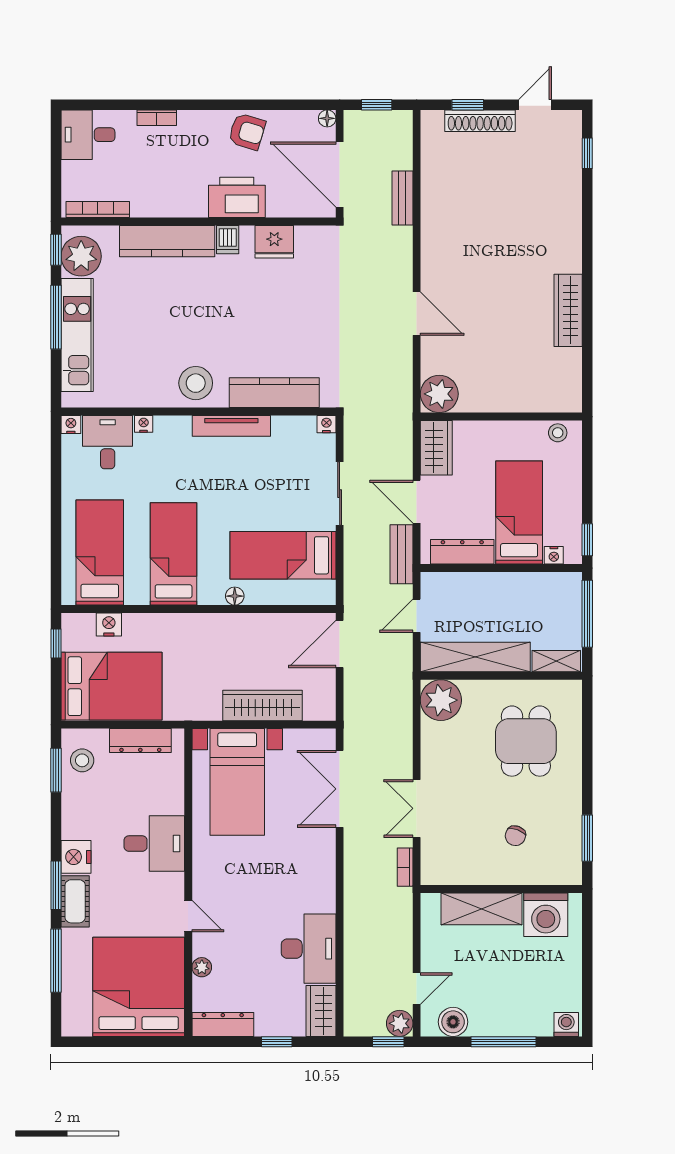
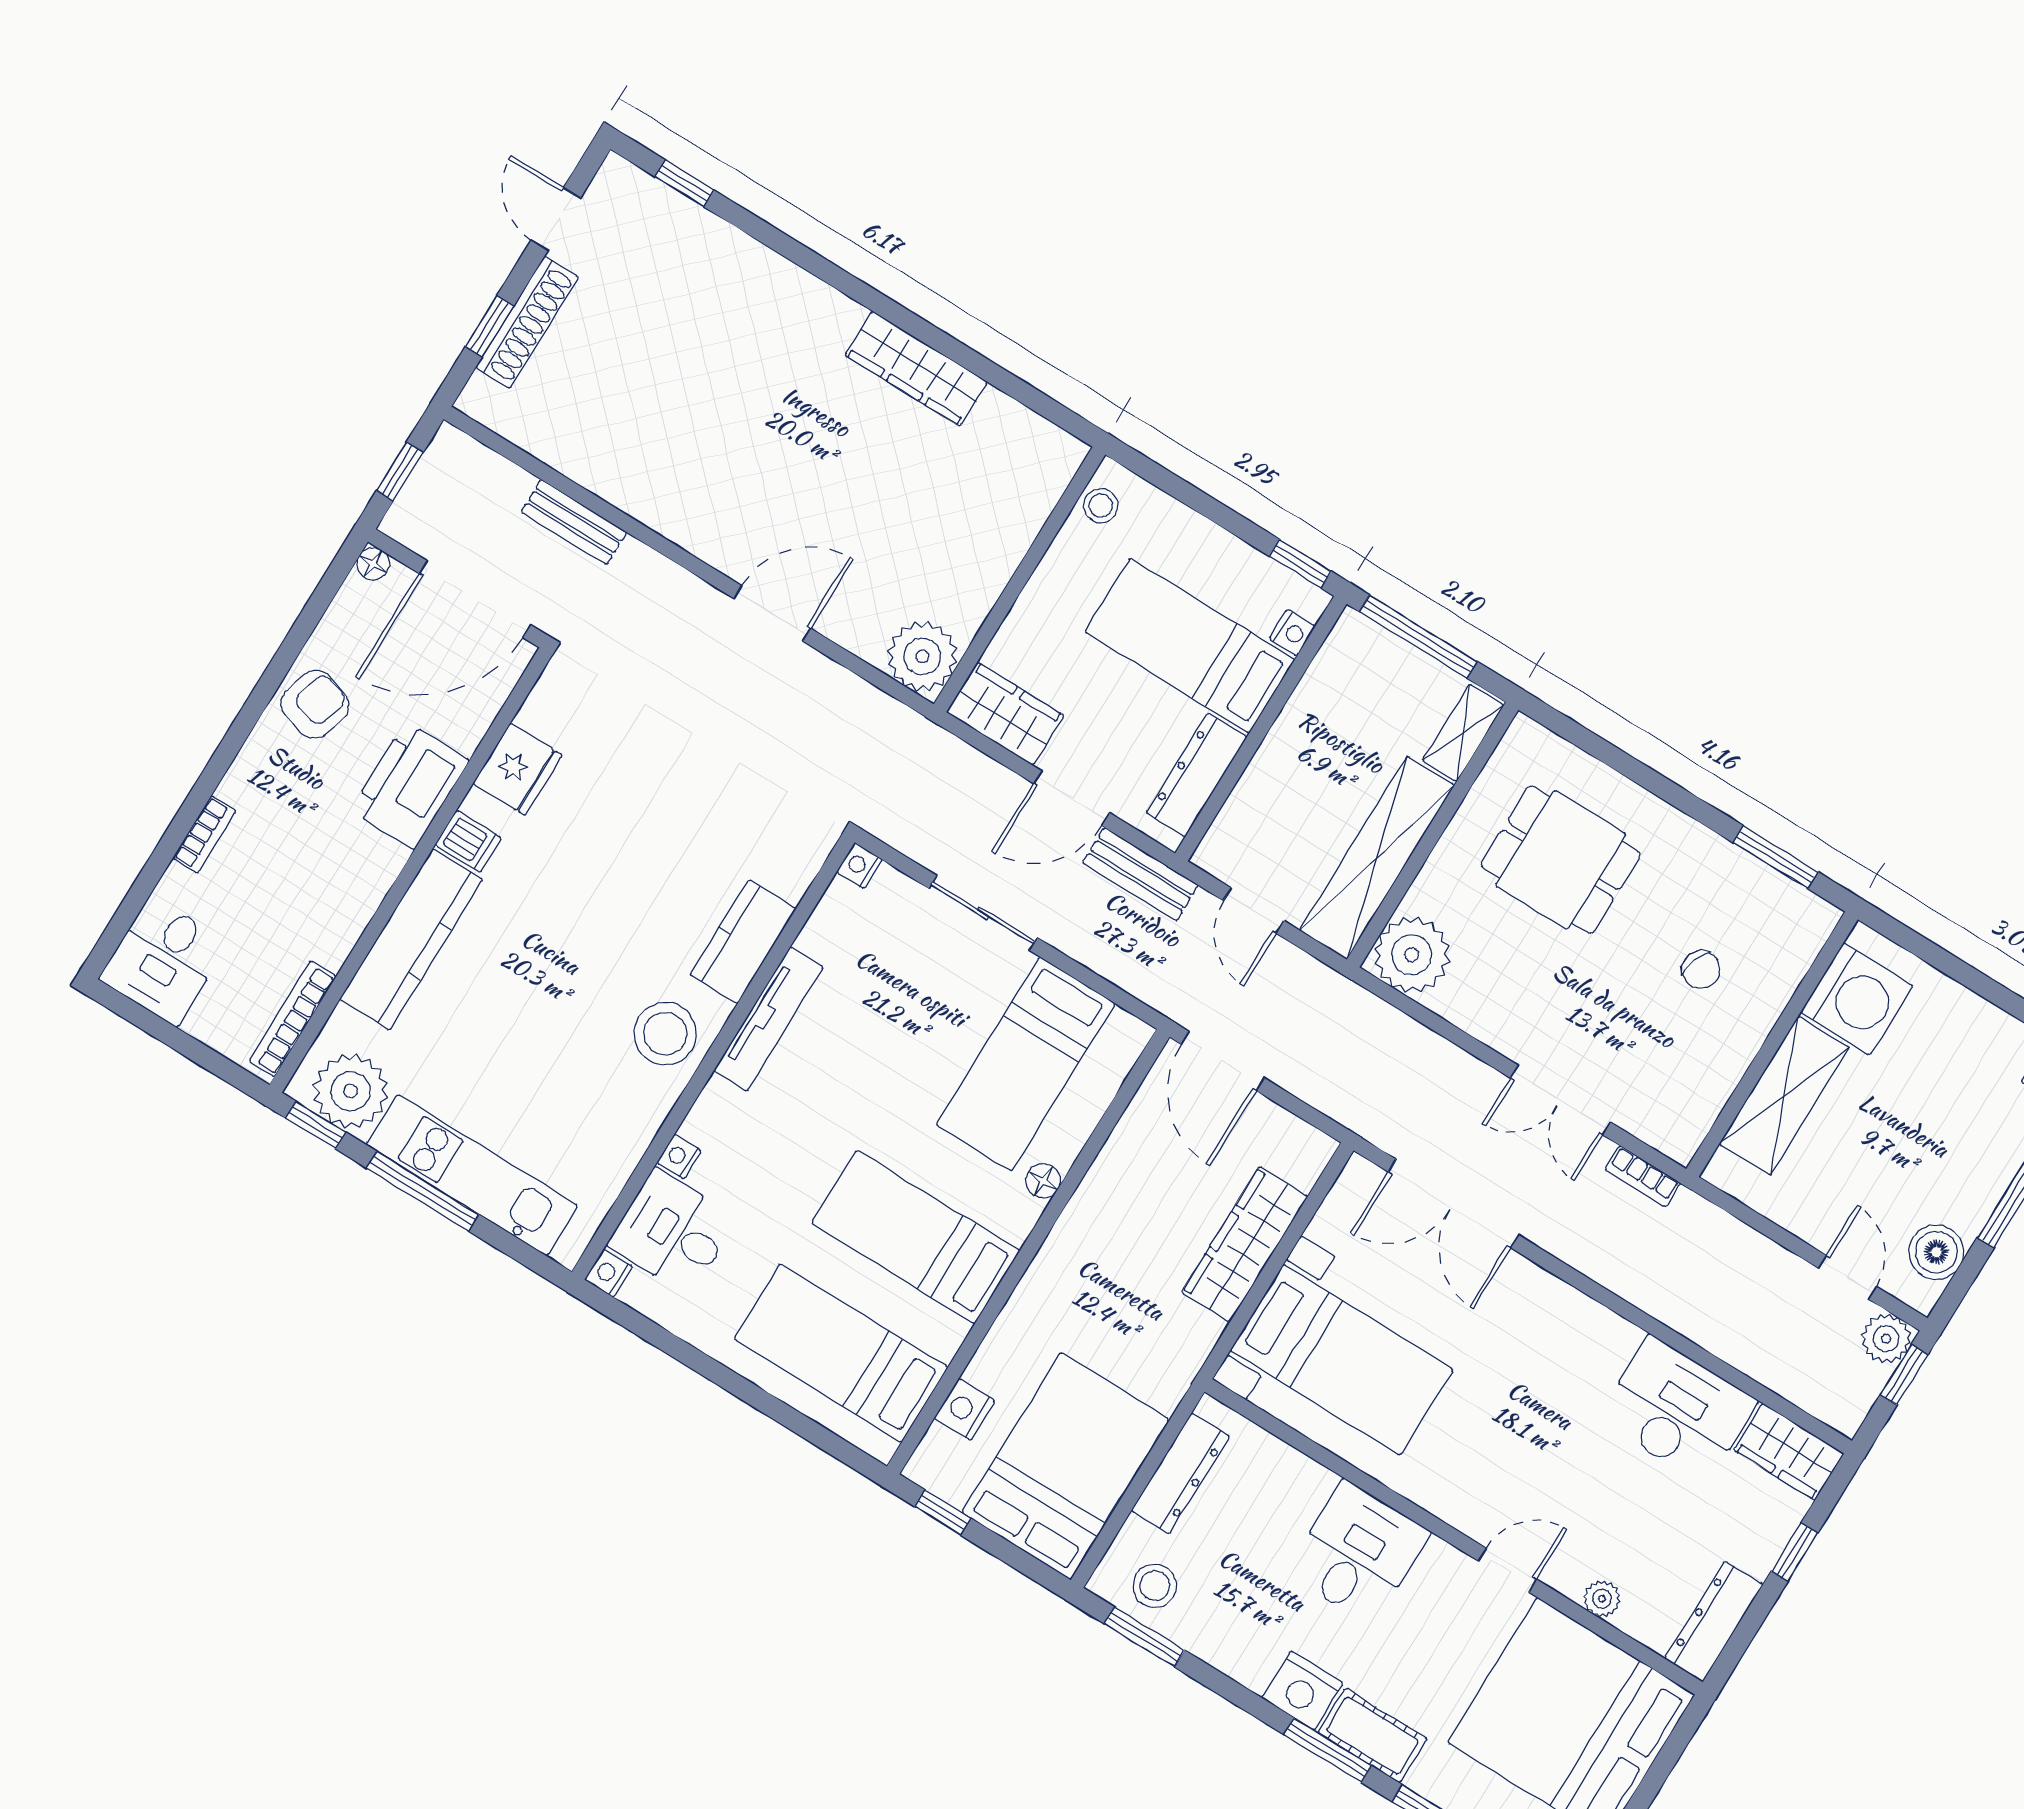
kitchen counter: (274, 393) -> (743, 942), width x0.67

